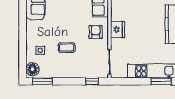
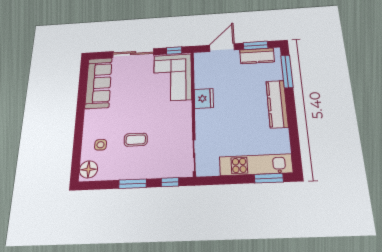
fridge: (118, 29) -> (204, 98), moved
armchair: (96, 32) -> (175, 119), removed
window: (42, 81) -> (133, 184), moved

